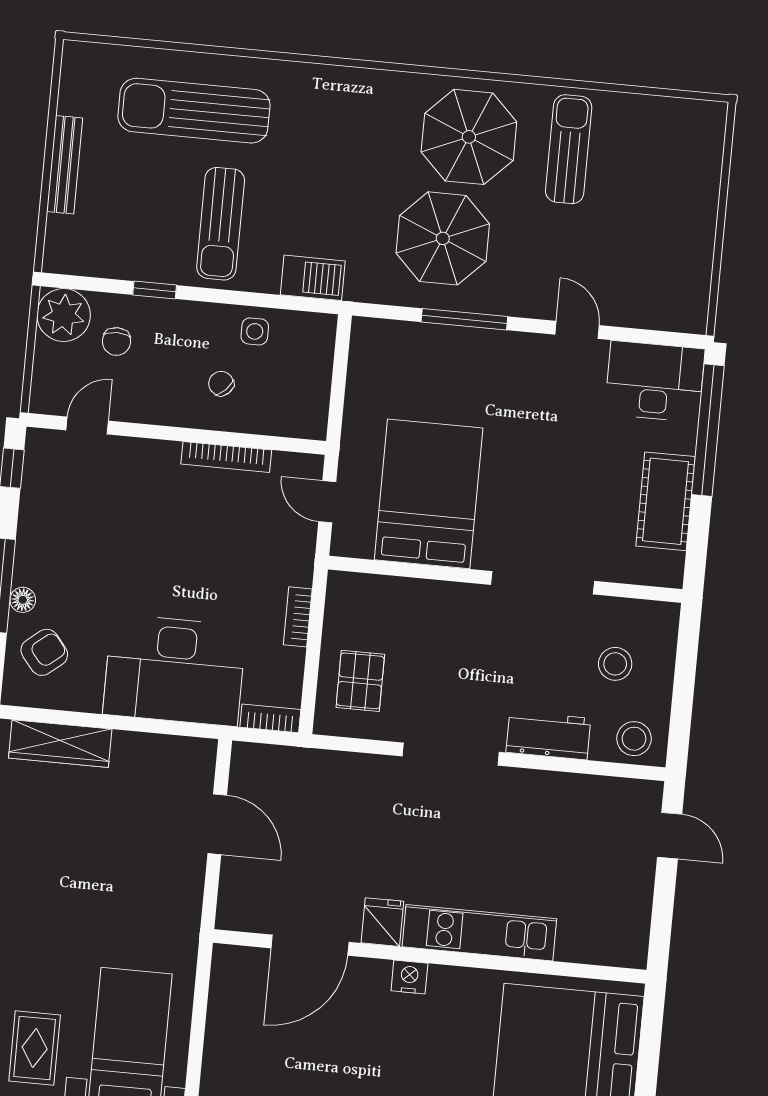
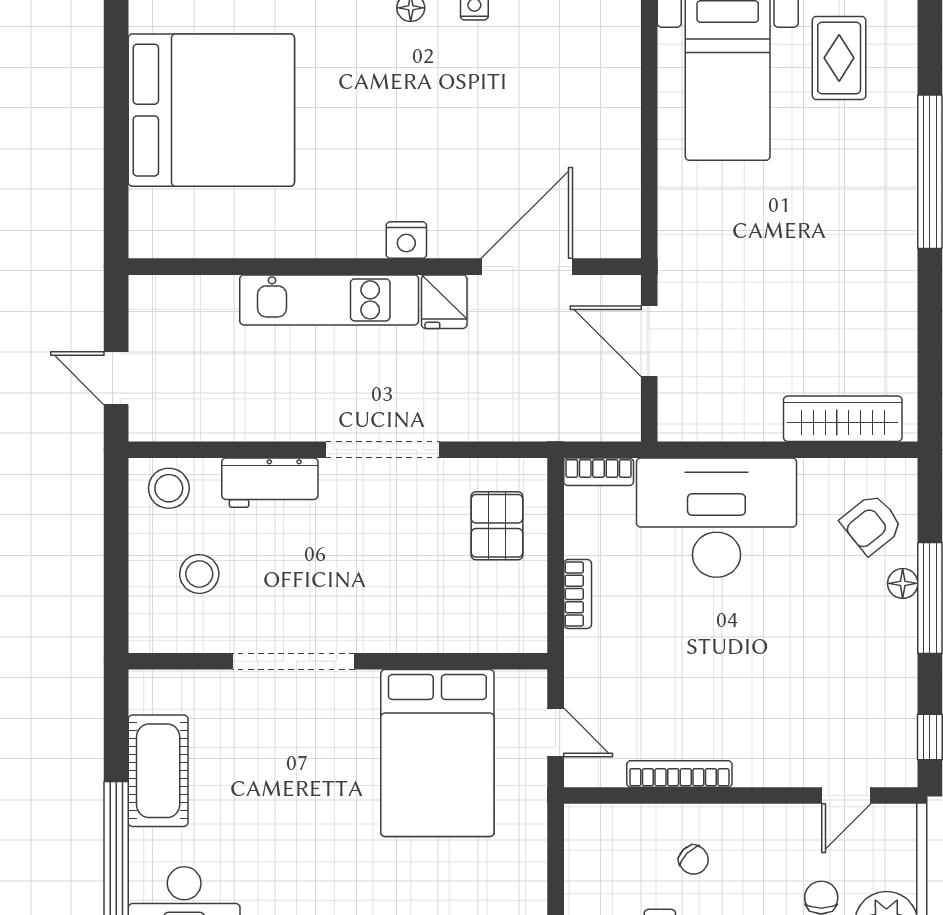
fridge: (382, 922) -> (444, 302), moved
kitchen unit: (479, 933) -> (329, 300), moved
door: (310, 945) -> (527, 267), moved
wall: (430, 956) -> (385, 267), moved
nightstand: (409, 977) -> (406, 240), moved

